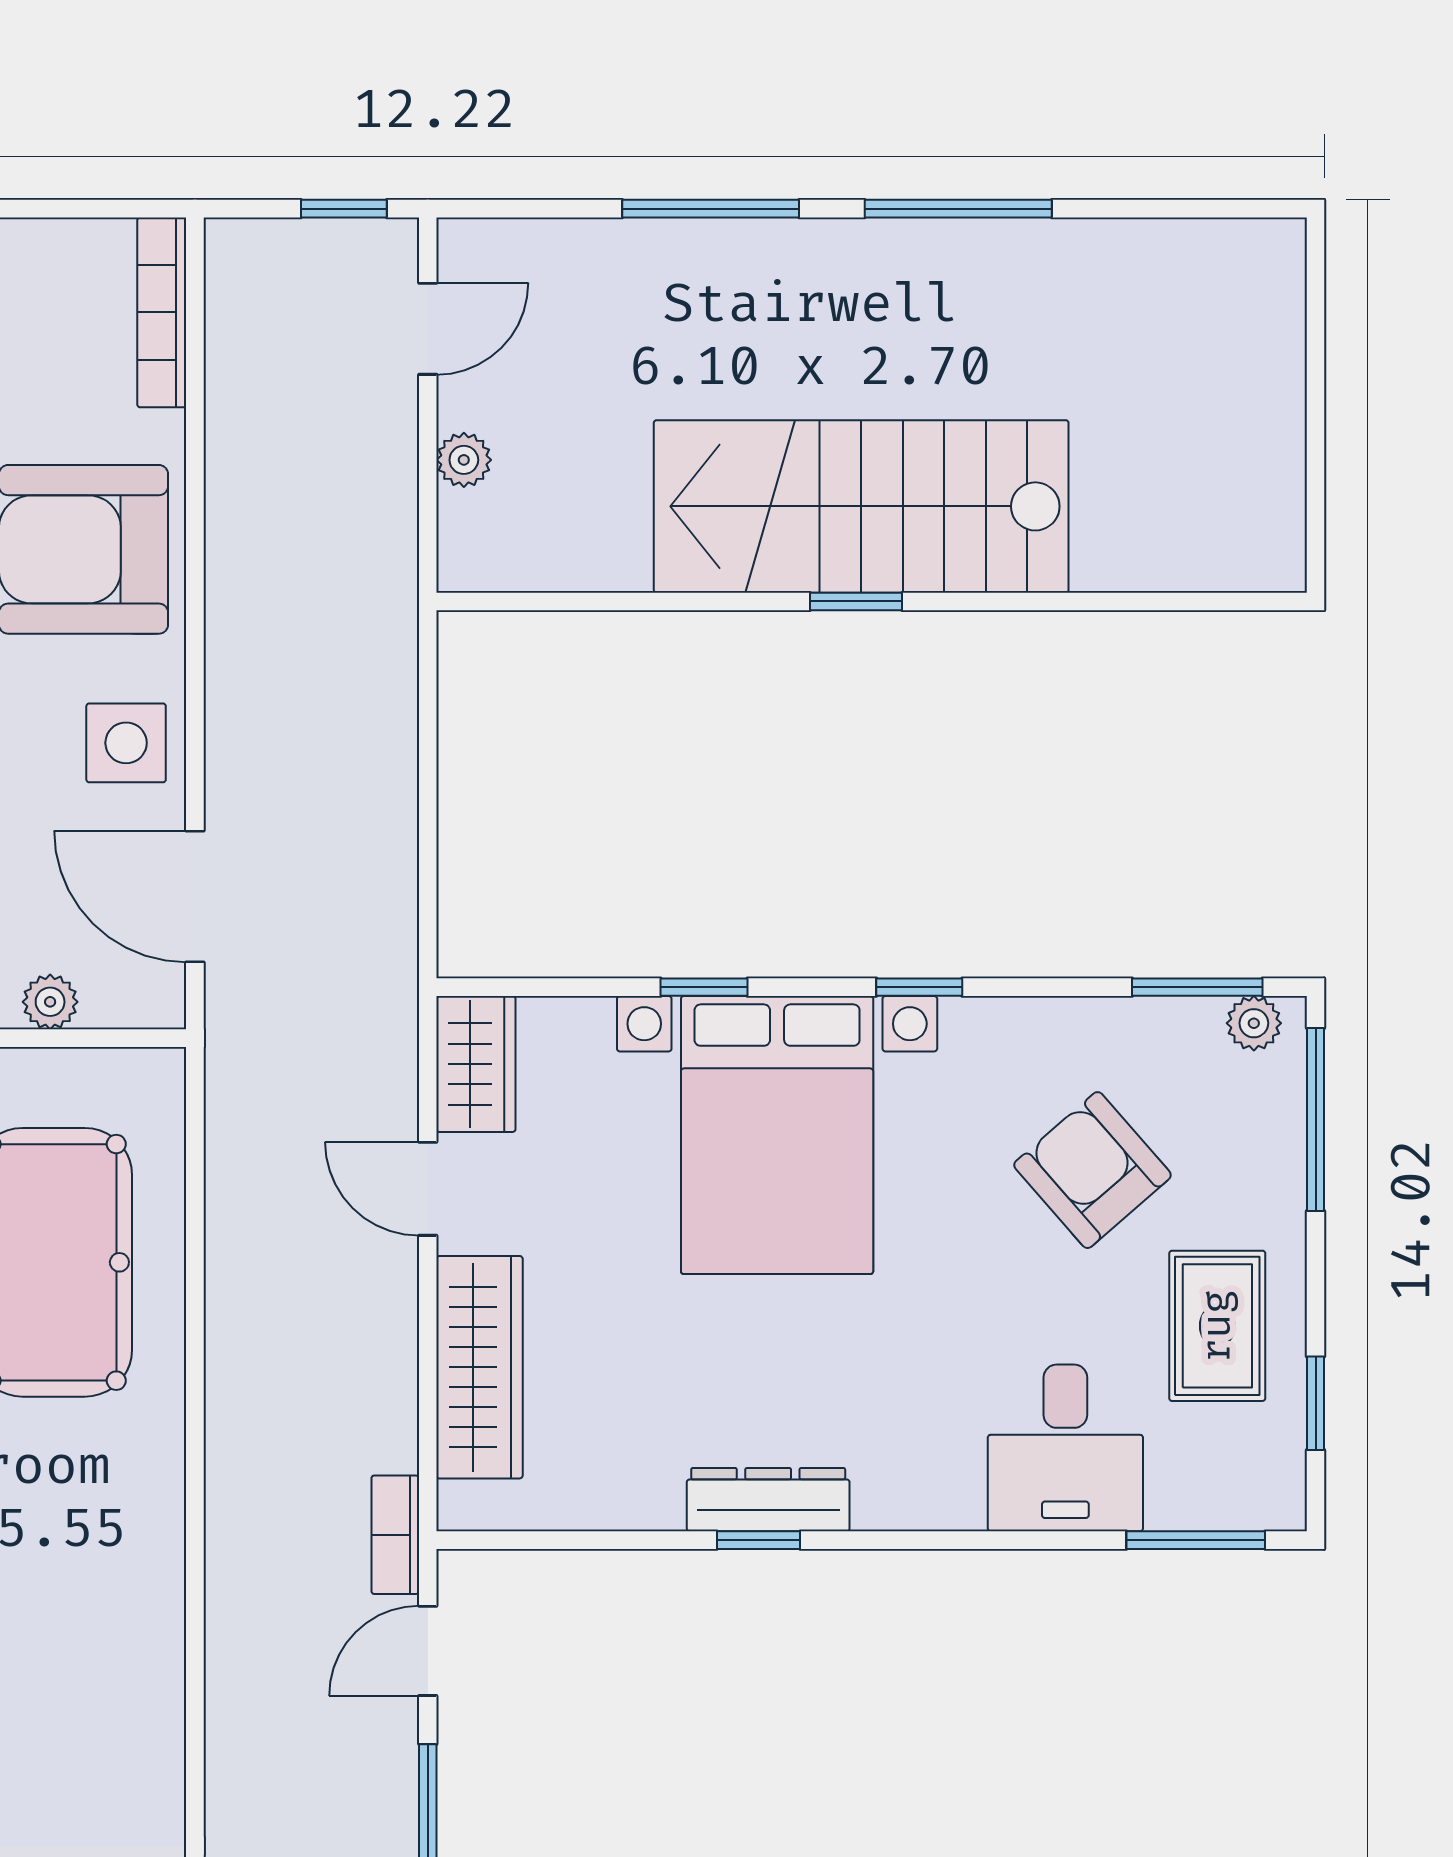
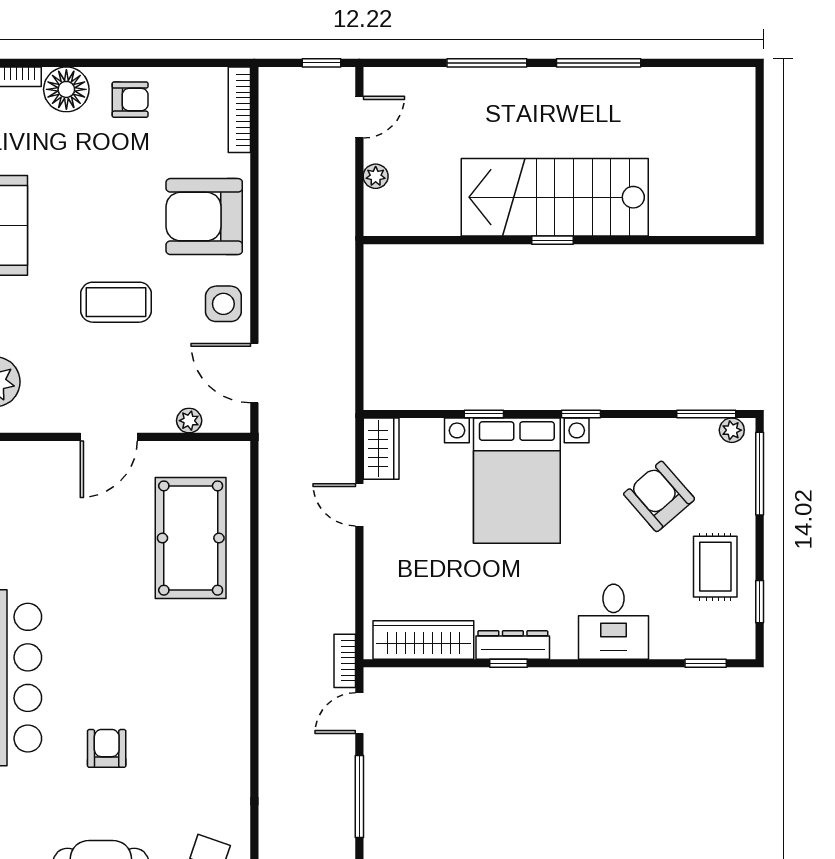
wardrobe: (480, 1367) -> (423, 640), moved, turned -90
desk: (1065, 1448) -> (614, 622), moved
window: (1196, 1540) -> (706, 663), width x0.67

